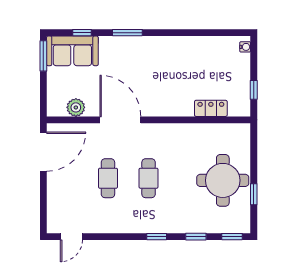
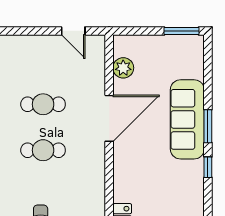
window: (82, 33) -> (208, 167), moved
sofa: (72, 51) -> (187, 119), moved, width x1.36
door: (43, 152) -> (73, 31), width x0.53

